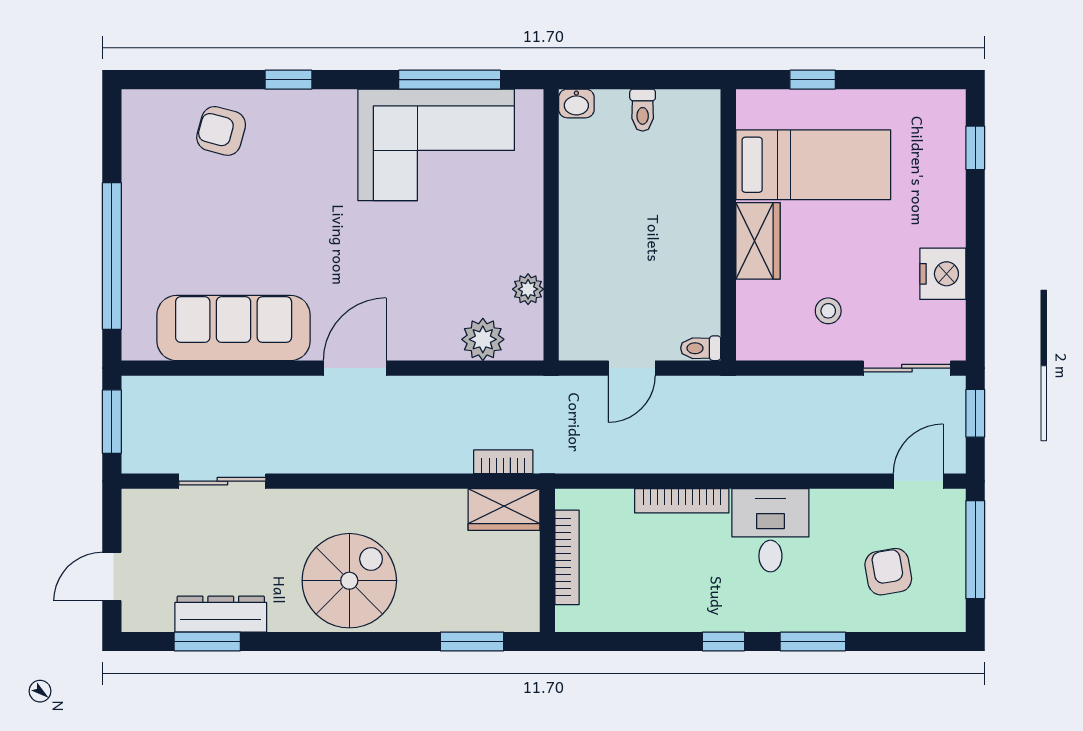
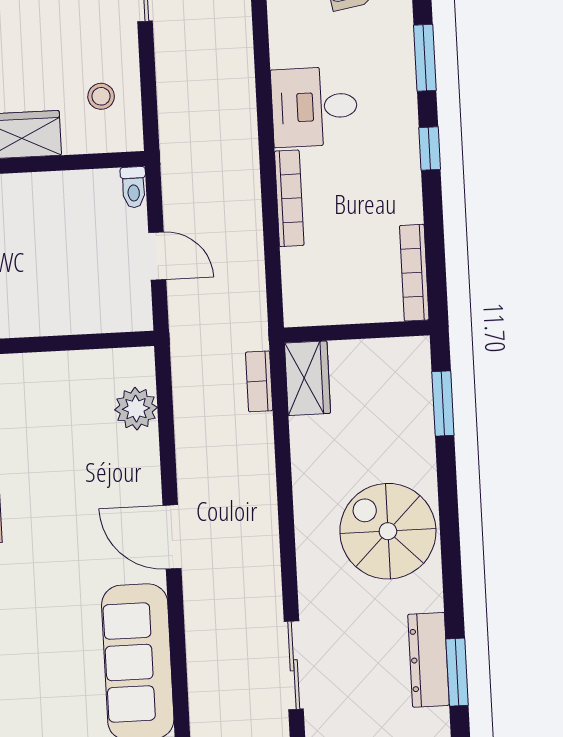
plant: (528, 289) -> (83, 365), removed
stool: (828, 311) -> (101, 96), moved
bookcase: (567, 557) -> (414, 273), moved, turned -90

